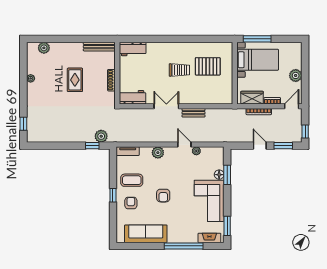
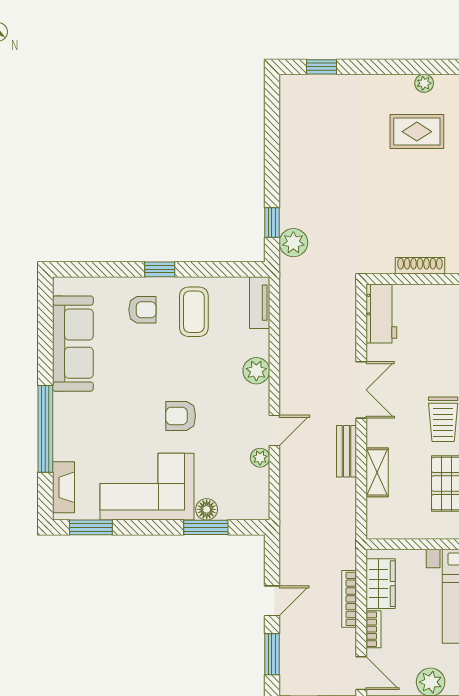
rug: (75, 80) -> (417, 132), moved
shelving: (203, 99) -> (377, 472), added
armchair: (163, 196) -> (181, 416), moved

